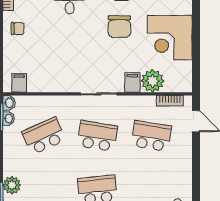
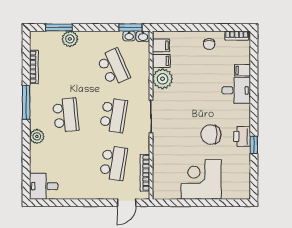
plant: (152, 81) -> (163, 79), moved
filing cabinet: (132, 82) -> (161, 61), moved
bookcase: (170, 101) -> (145, 173), width x1.56

